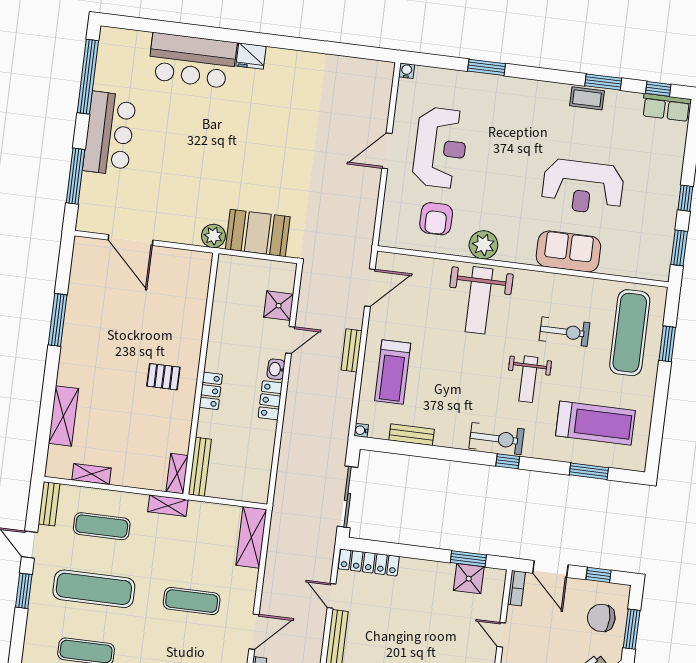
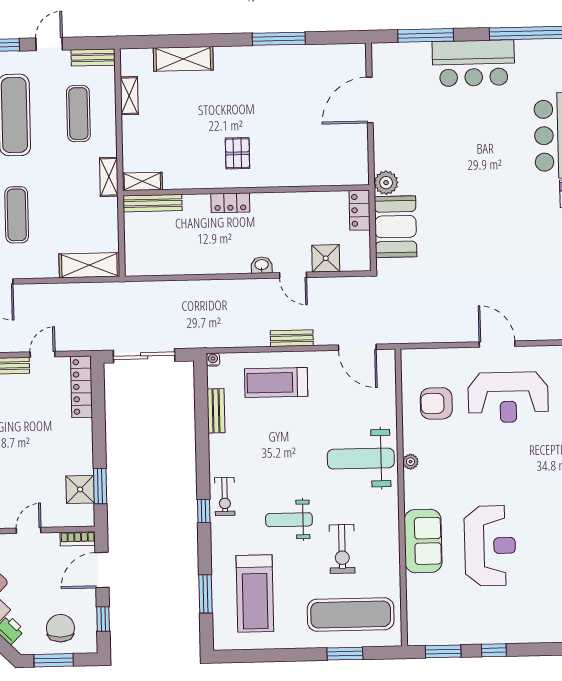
reception desk: (583, 187) -> (490, 546), turned 180
plant: (483, 245) -> (411, 462), width x0.53, depth x0.53
locker: (270, 400) -> (360, 210), moved, turned -90
exercise bike: (497, 439) -> (225, 497), width x0.73, depth x0.72

